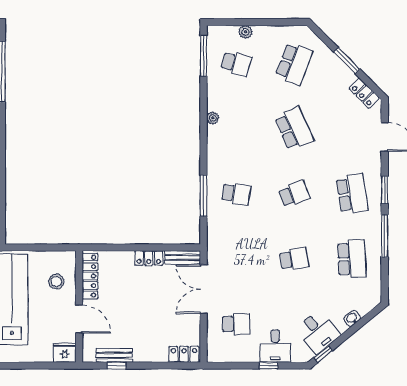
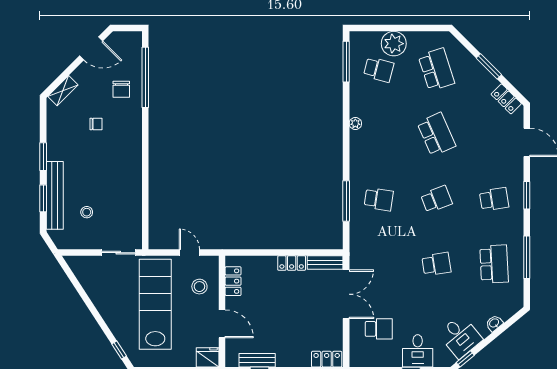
plant: (245, 32) -> (394, 44), width x1.88, depth x1.88
school desk: (294, 64) -> (436, 69), turned -39
school desk: (352, 194) -> (494, 199), width x0.54
window: (385, 236) -> (527, 257), moved
door: (46, 247) -> (189, 253), added
locker: (90, 276) -> (233, 281), width x0.66
double door: (203, 289) -> (346, 294), swing flipped

